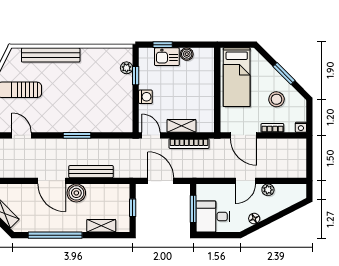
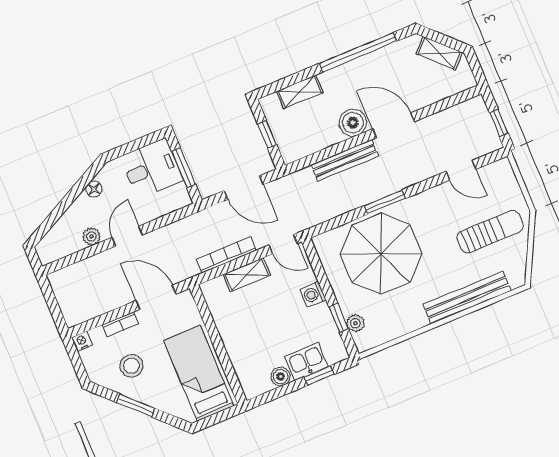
parasol: (93, 104) -> (381, 254), added

